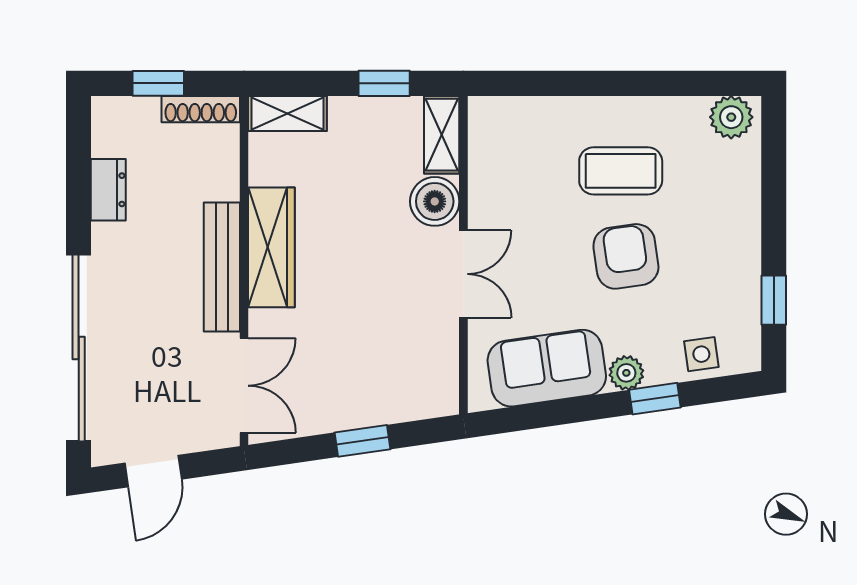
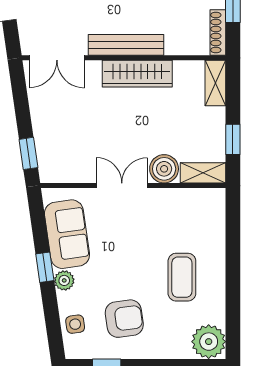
plant: (731, 117) -> (209, 342), width x1.36, depth x1.36
armchair: (626, 256) -> (124, 319), moved
double door: (463, 274) -> (122, 186), swing flipped
window: (655, 399) -> (45, 267), moved
window: (362, 441) -> (28, 153), moved

